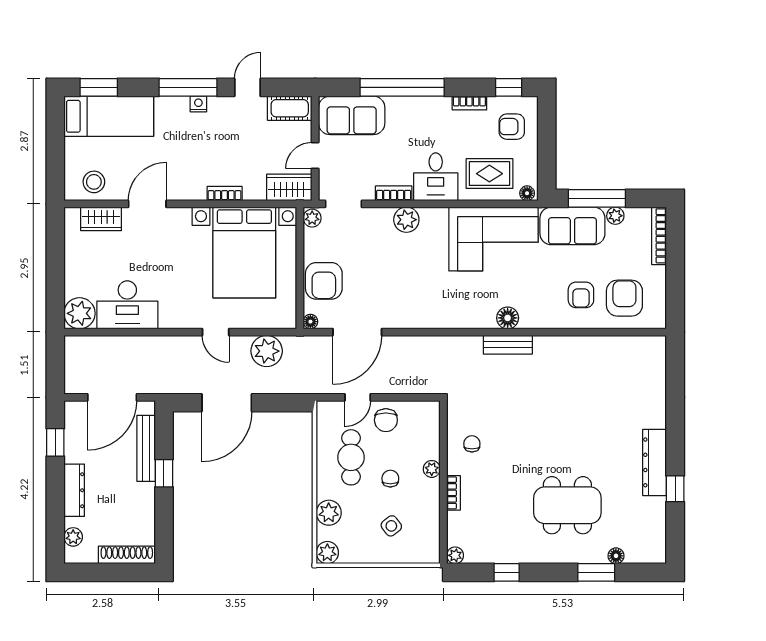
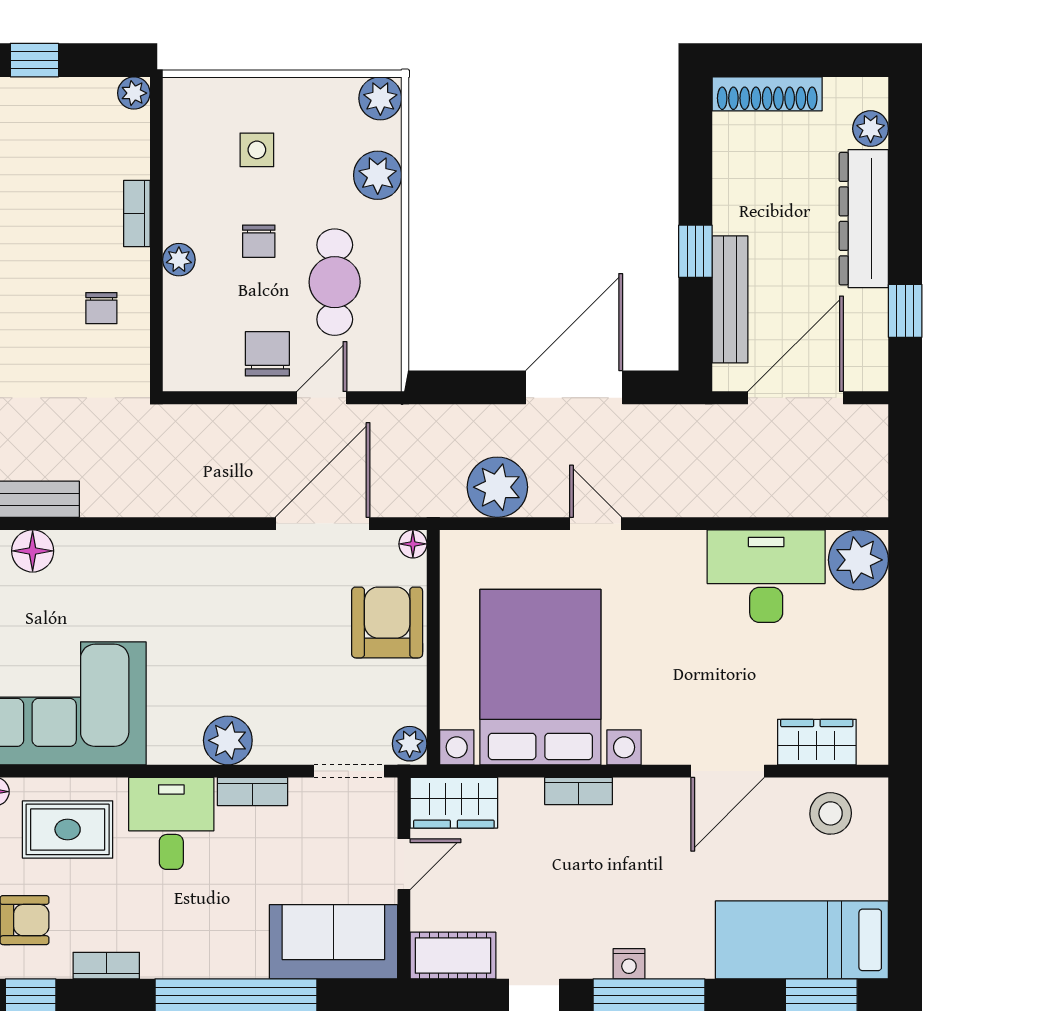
dresser: (74, 490) -> (864, 219), width x1.37, depth x1.24
side table: (391, 526) -> (257, 150), turned 38

